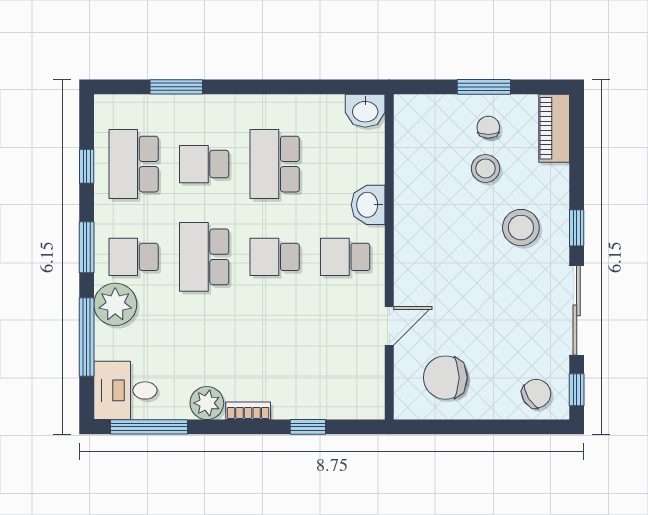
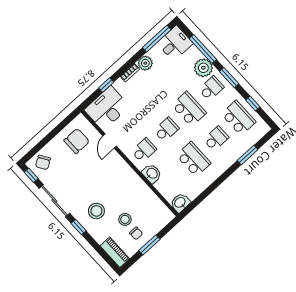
desk: (342, 386) -> (107, 108), added

